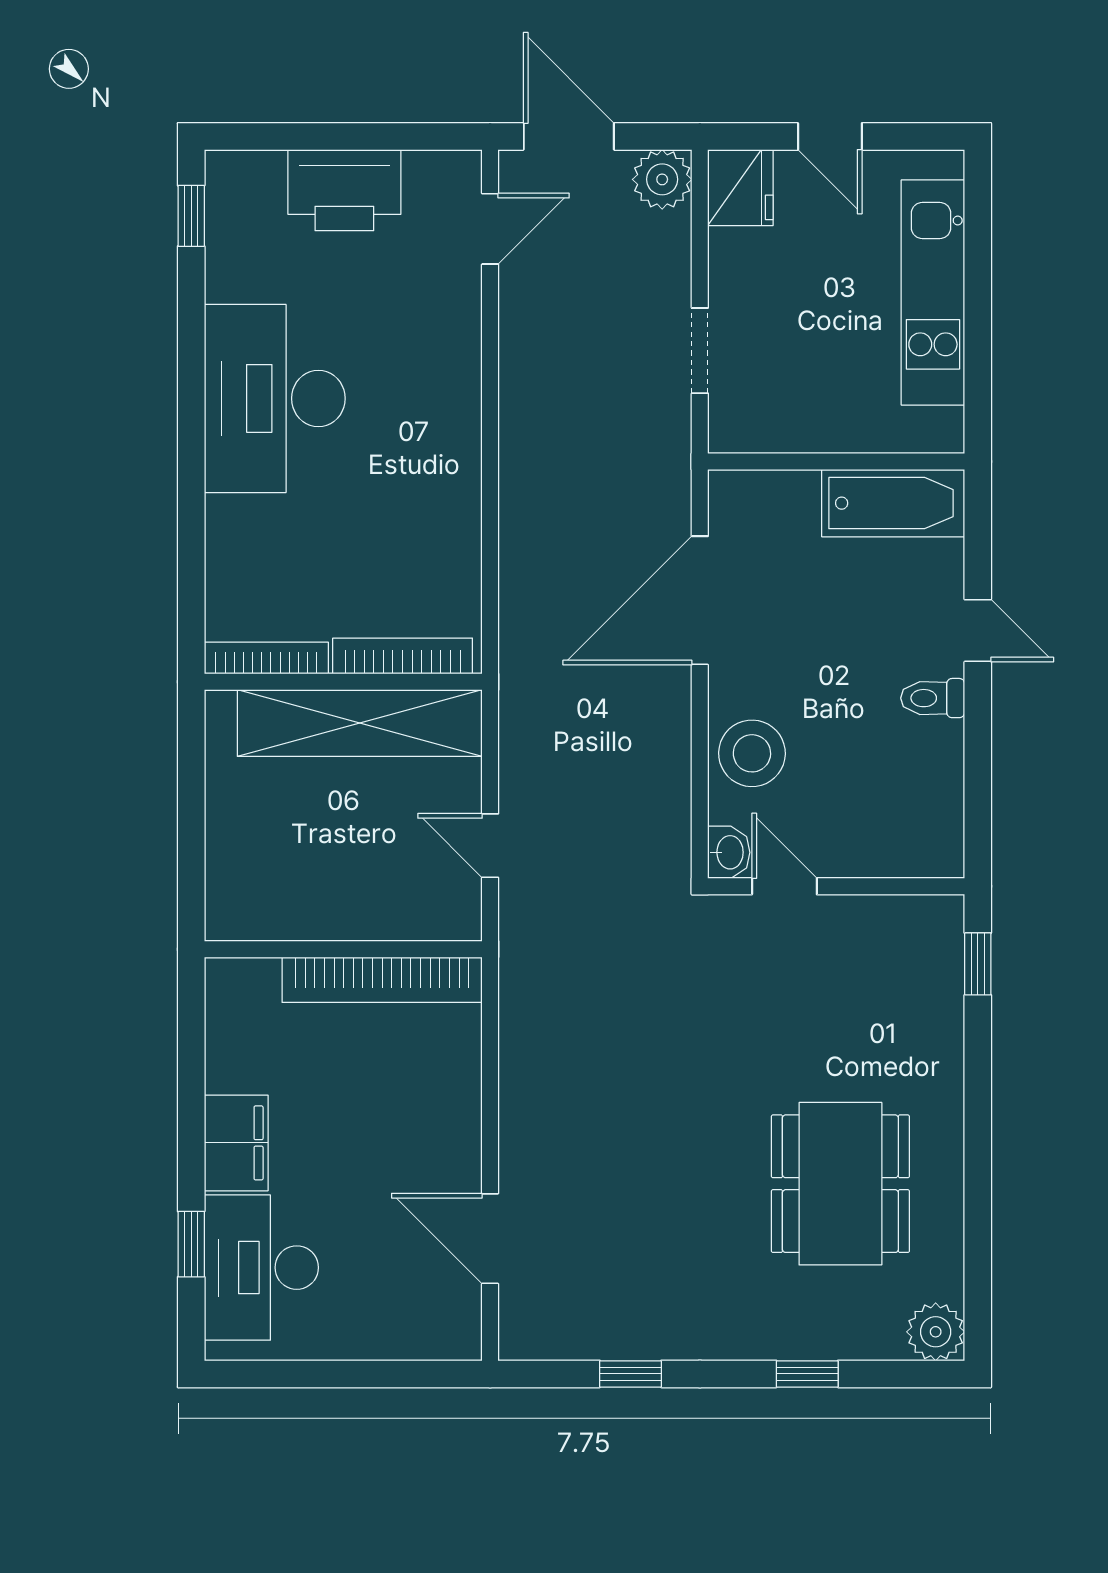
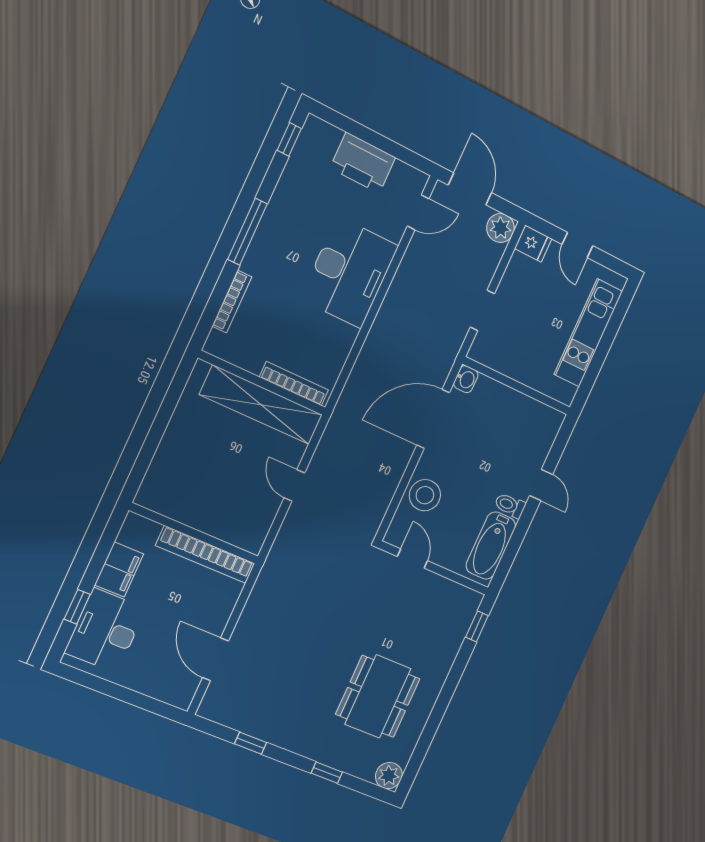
fridge: (740, 188) -> (533, 244), width x0.72
desk: (275, 398) -> (349, 272), moved, turned 180
window: (191, 419) -> (247, 232), added
bathtub: (893, 503) -> (491, 546), moved, turned 90
bookcase: (266, 658) -> (232, 302), moved, turned 90
washbasin: (729, 852) -> (466, 379), moved
wall: (343, 949) -> (194, 533), moved
bookcase: (382, 980) -> (205, 555), moved

